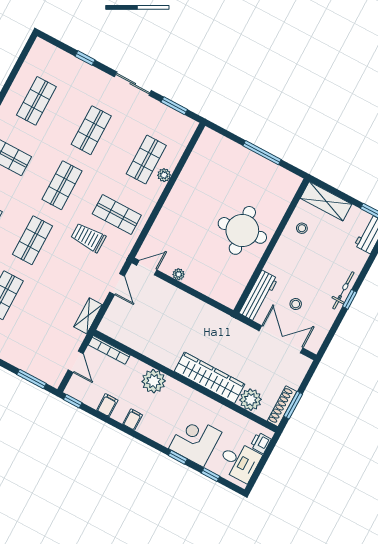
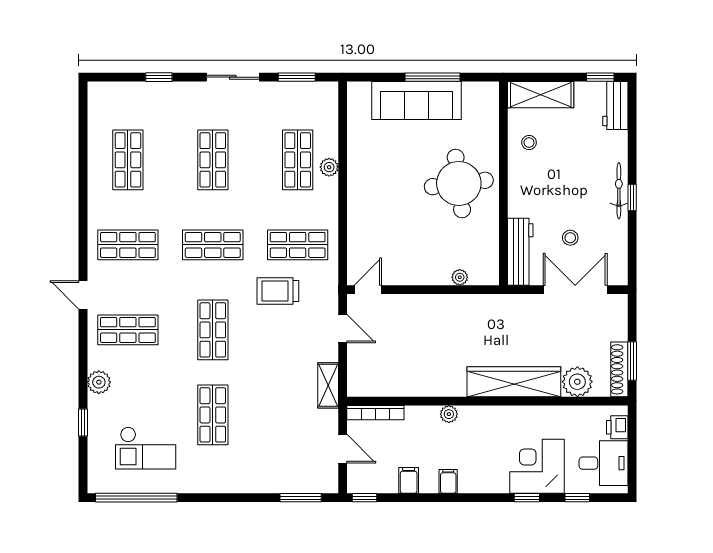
sofa: (244, 162) -> (416, 100), added
shop shelf: (62, 185) -> (213, 245), turned 90
plant: (179, 274) -> (460, 277), moved
plant: (154, 381) -> (449, 414), width x0.53, depth x0.53

